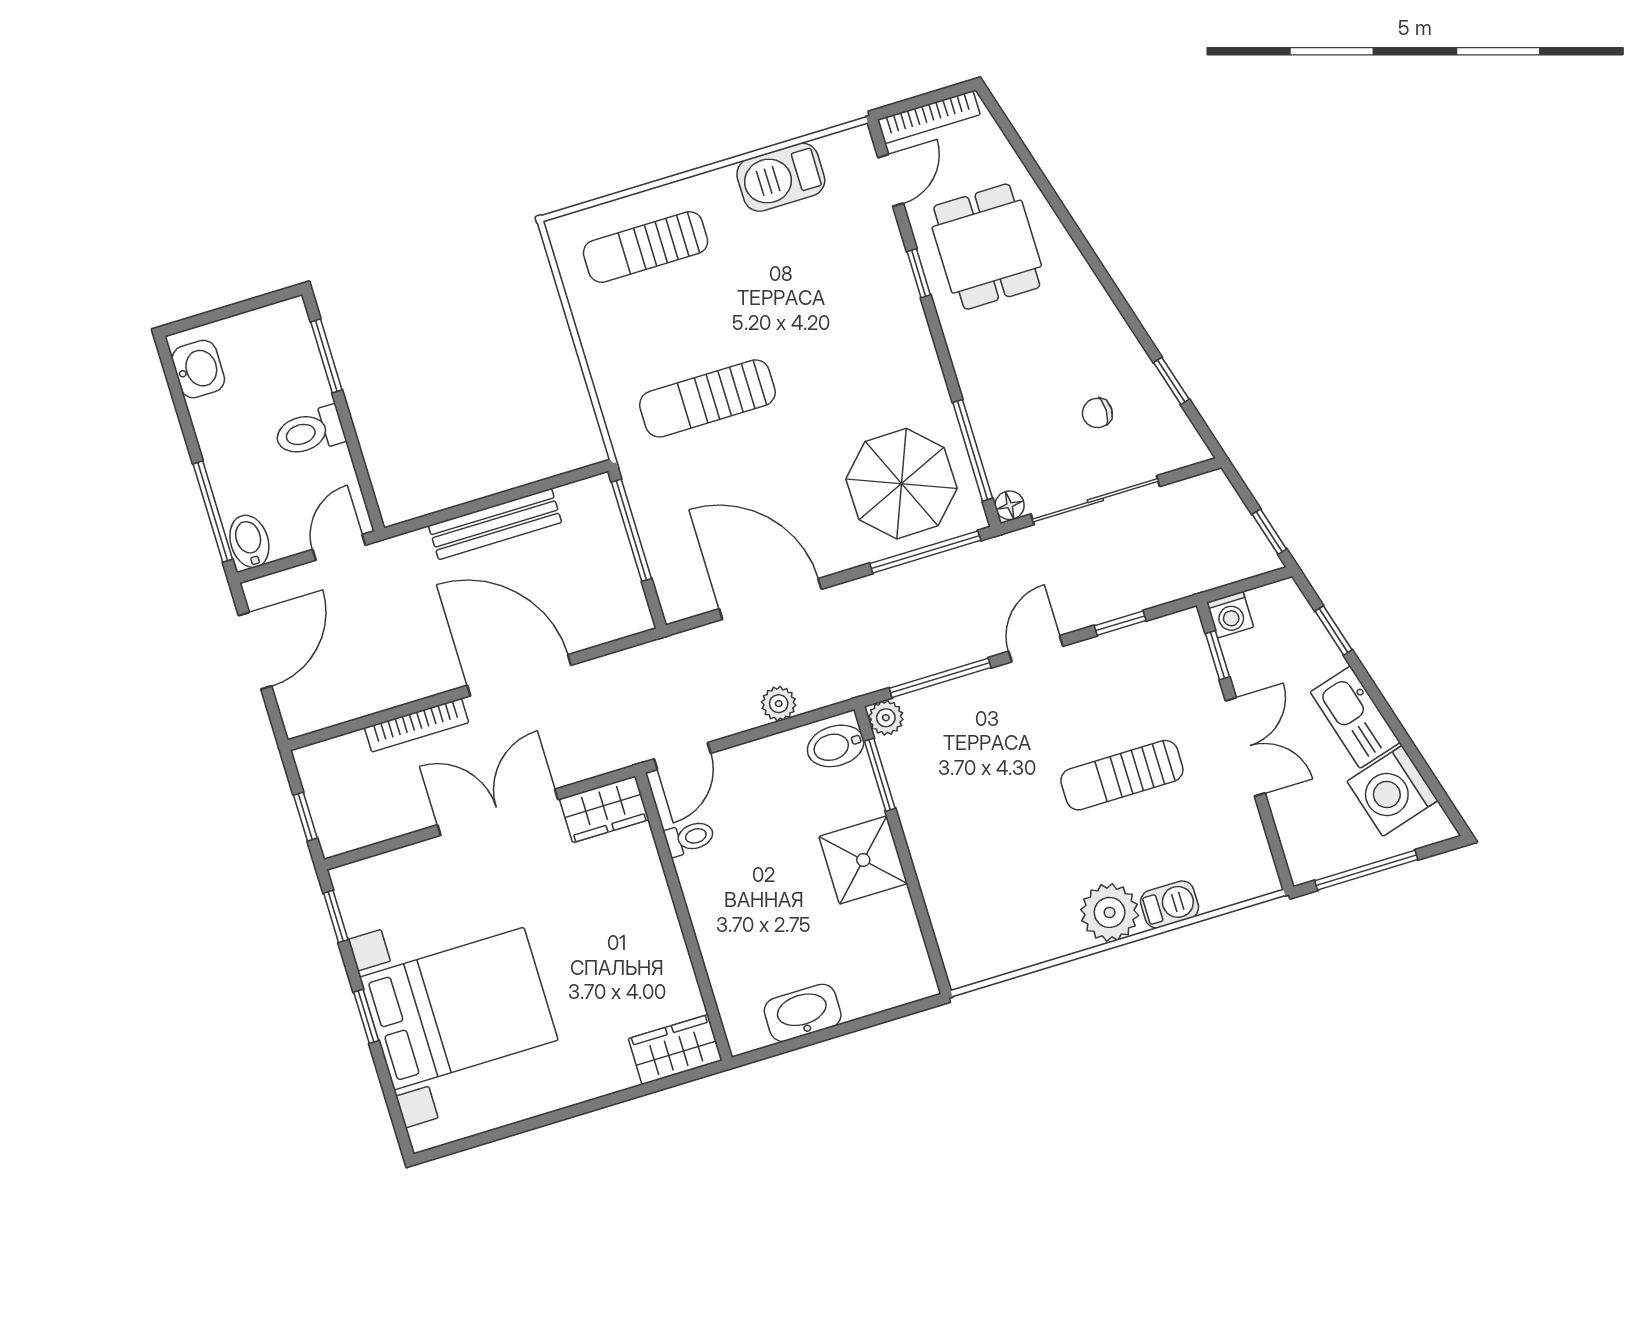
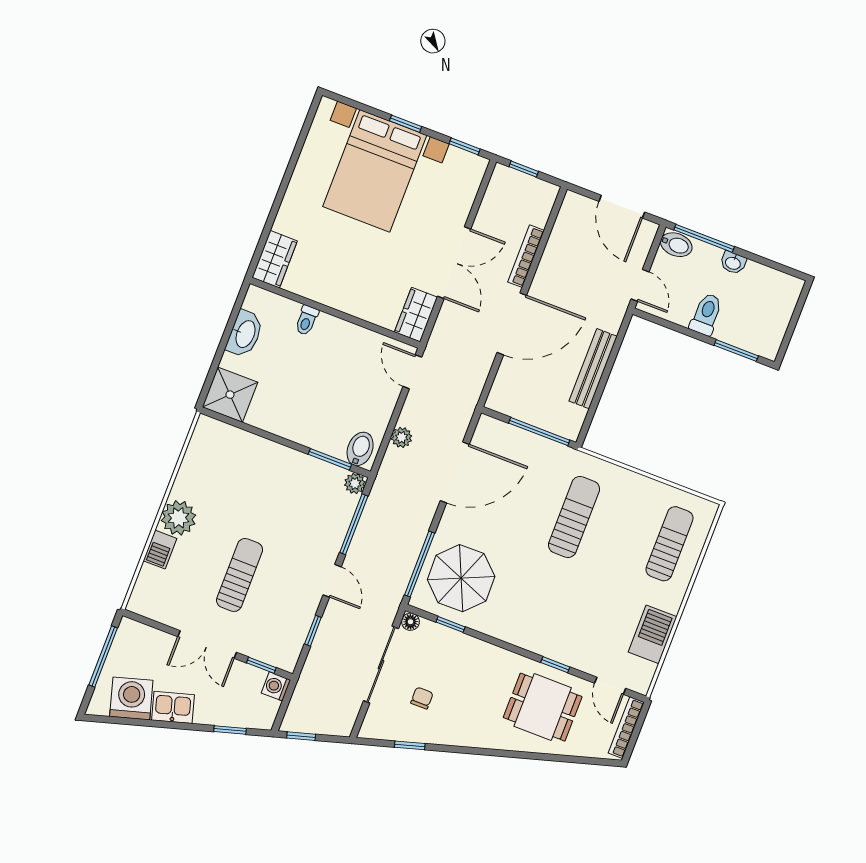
washbasin: (198, 369) -> (733, 263), moved, width x0.72, depth x0.69
window: (973, 450) -> (451, 624), width x0.46
kitchen sink: (1355, 717) -> (173, 707), width x0.73
toilet: (690, 838) -> (307, 320), moved
shower: (863, 860) -> (230, 395), moved

